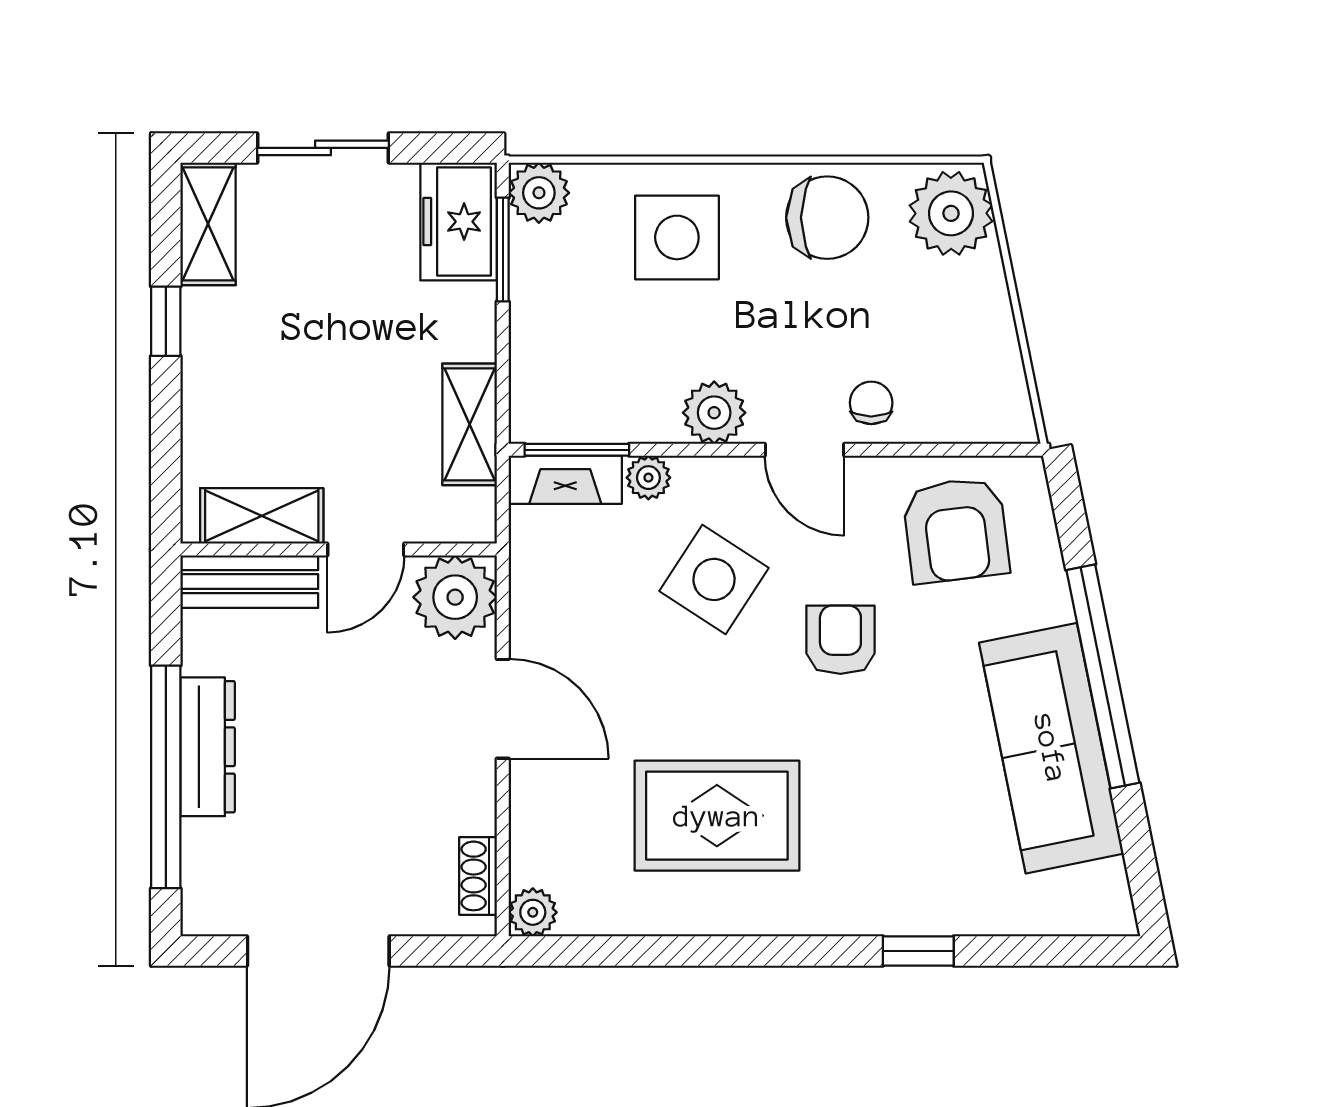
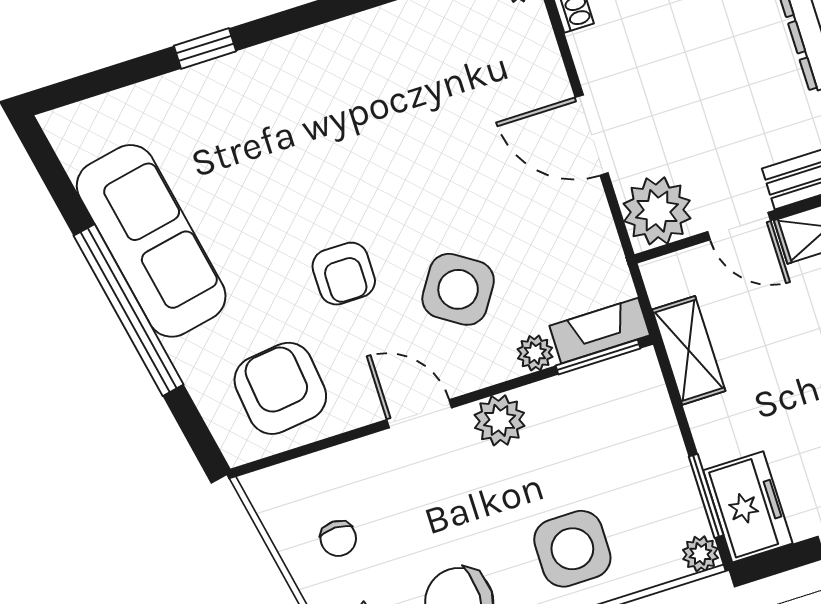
plant: (539, 193) -> (700, 554), width x0.73, depth x0.73
chair: (871, 403) -> (338, 538), moved
door: (366, 549) -> (739, 226), swing flipped
rug: (717, 816) -> (397, 105), removed

